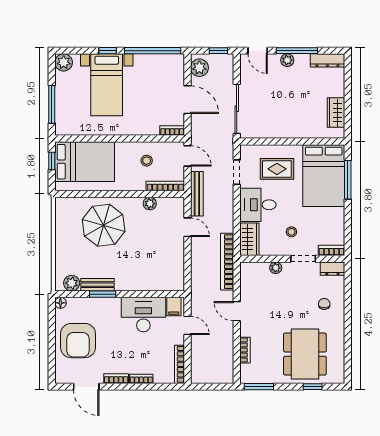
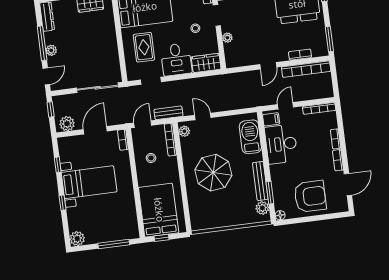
window: (153, 51) -> (58, 165), width x0.32
bed with nightstands: (107, 85) -> (89, 182), moved
bench: (197, 194) -> (168, 113), width x0.73
plant: (150, 204) -> (184, 131), moved
parasol: (104, 225) -> (213, 173), moved
door: (187, 227) -> (203, 116), hinge flipped
bookcase: (227, 262) -> (306, 69), moved
barbecue: (157, 280) -> (250, 137), added
bench: (97, 285) -> (260, 181), width x1.36
window: (103, 294) -> (270, 193), moved

